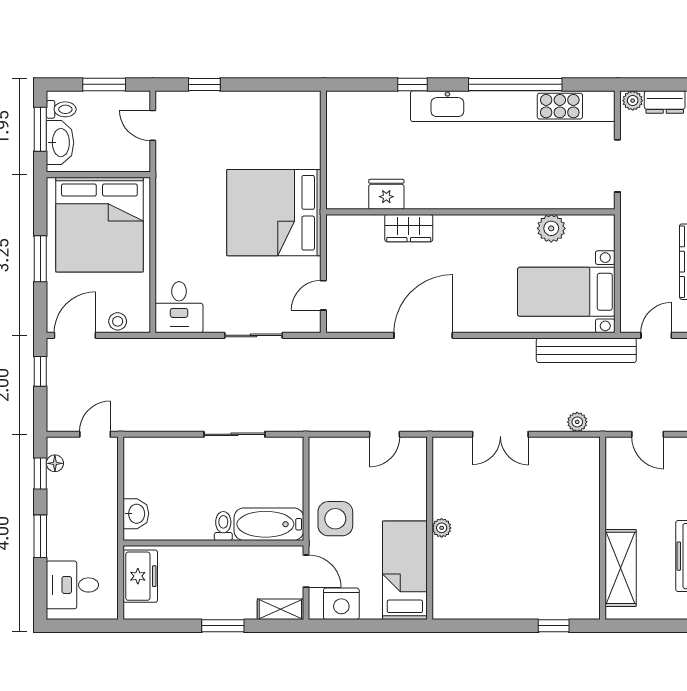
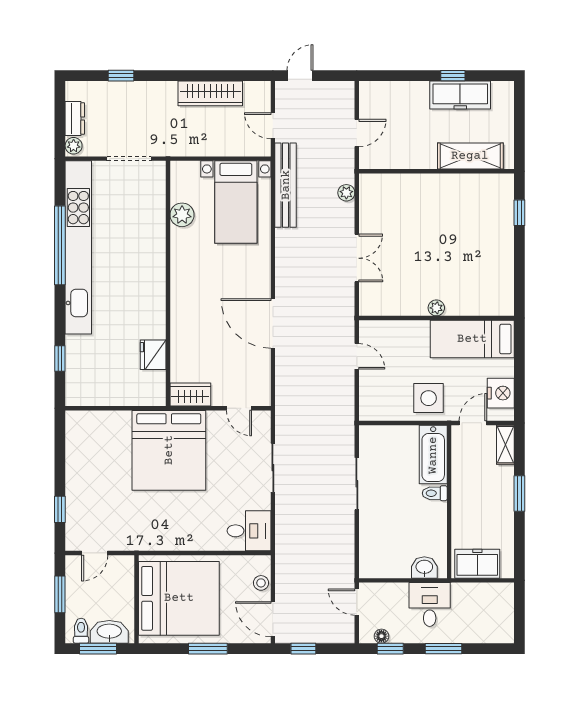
window: (413, 84) -> (60, 359), moved
wardrobe: (409, 228) -> (190, 394), moved, turned -90
desk: (72, 585) -> (430, 605), moved, turned 180

